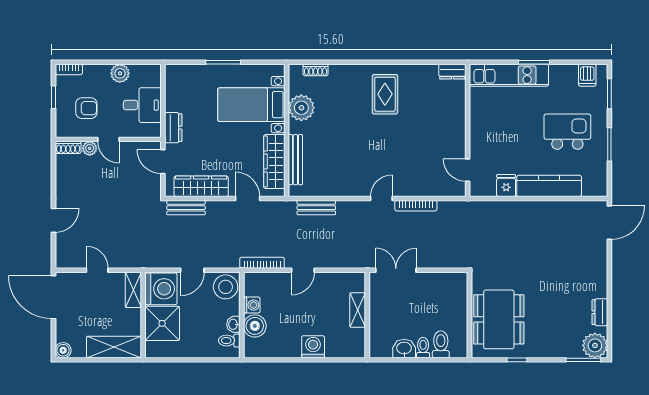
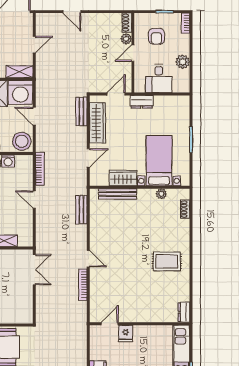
plant: (301, 108) -> (161, 194), width x0.53, depth x0.53
wardrobe: (274, 161) -> (123, 178), width x0.67
fridge: (506, 186) -> (126, 333), moved, turned 90

